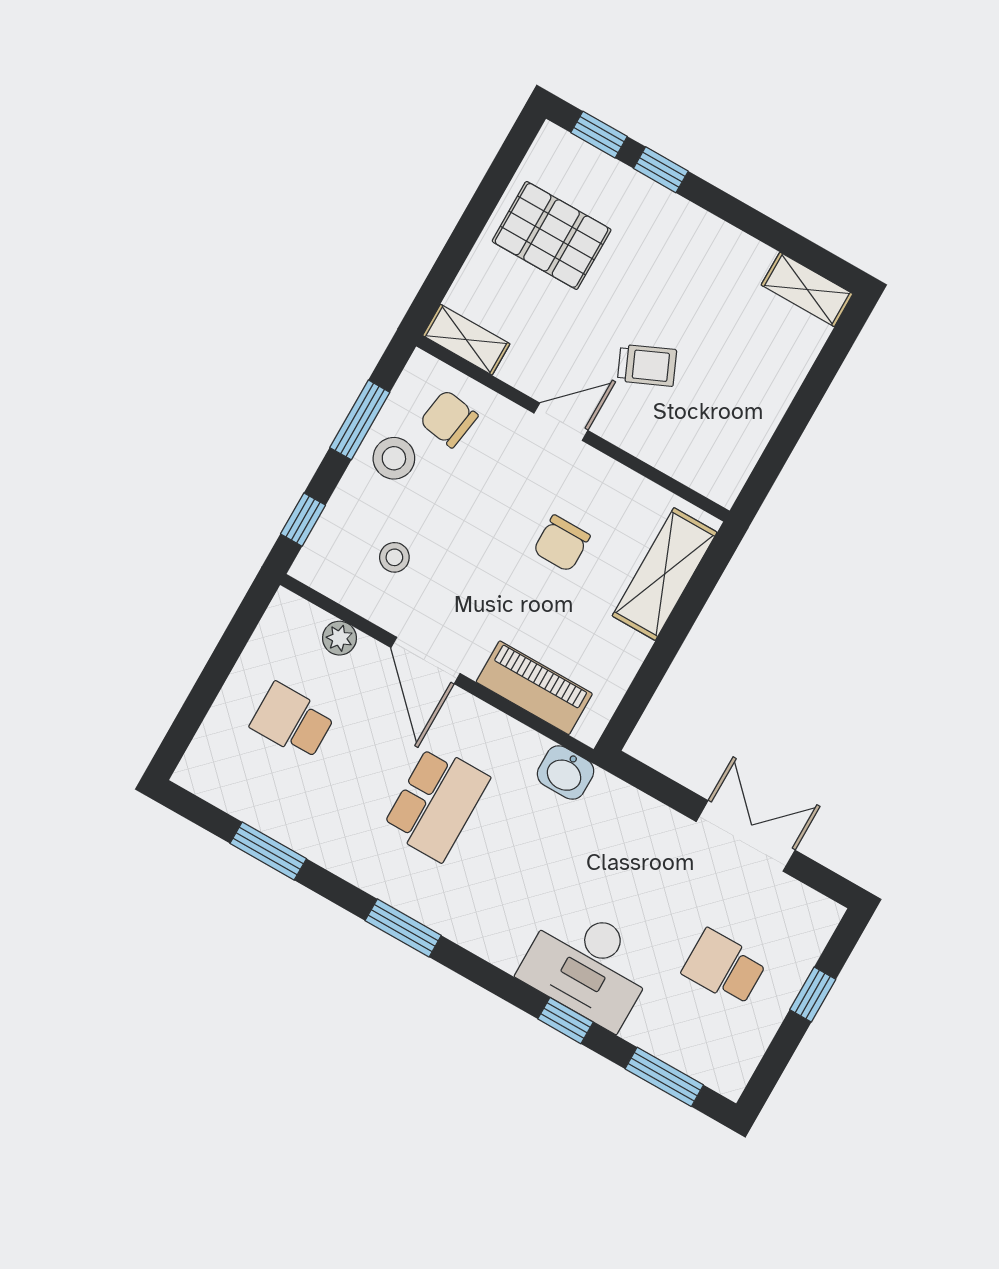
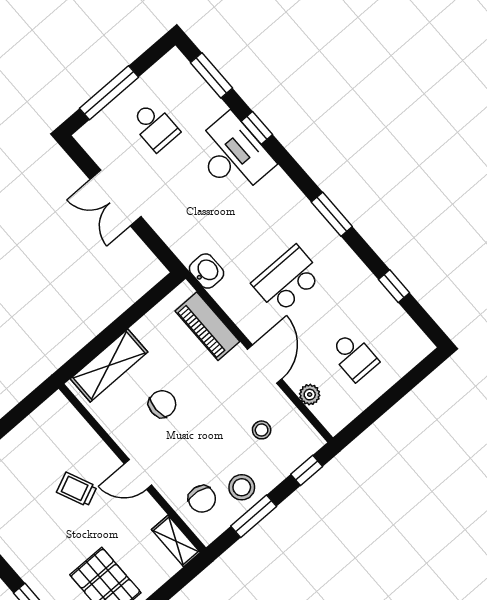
window: (268, 851) -> (394, 286), width x0.67
window: (813, 995) -> (109, 93), width x2.17

